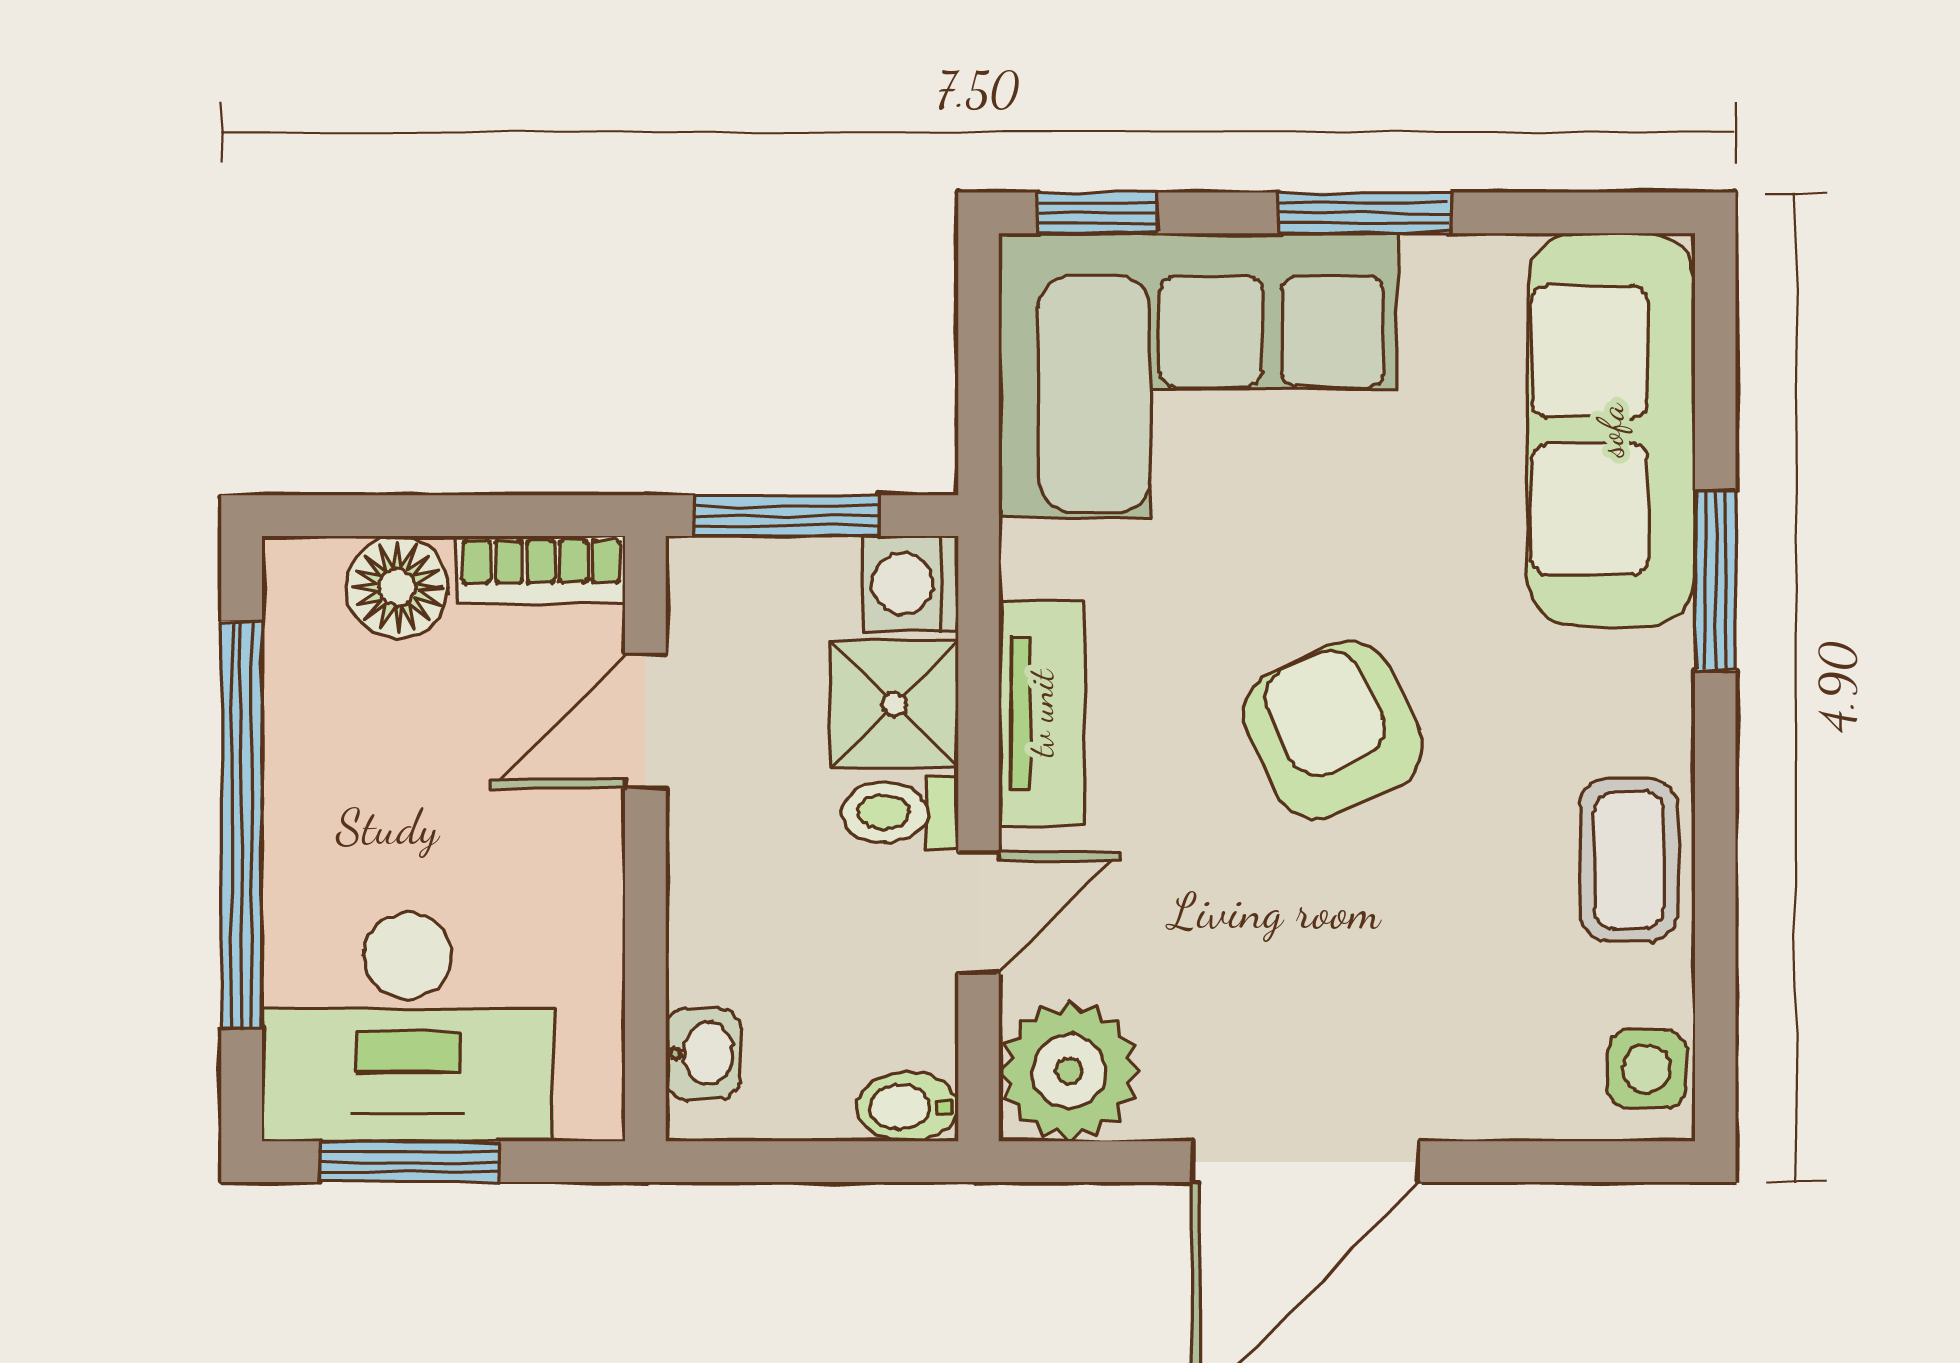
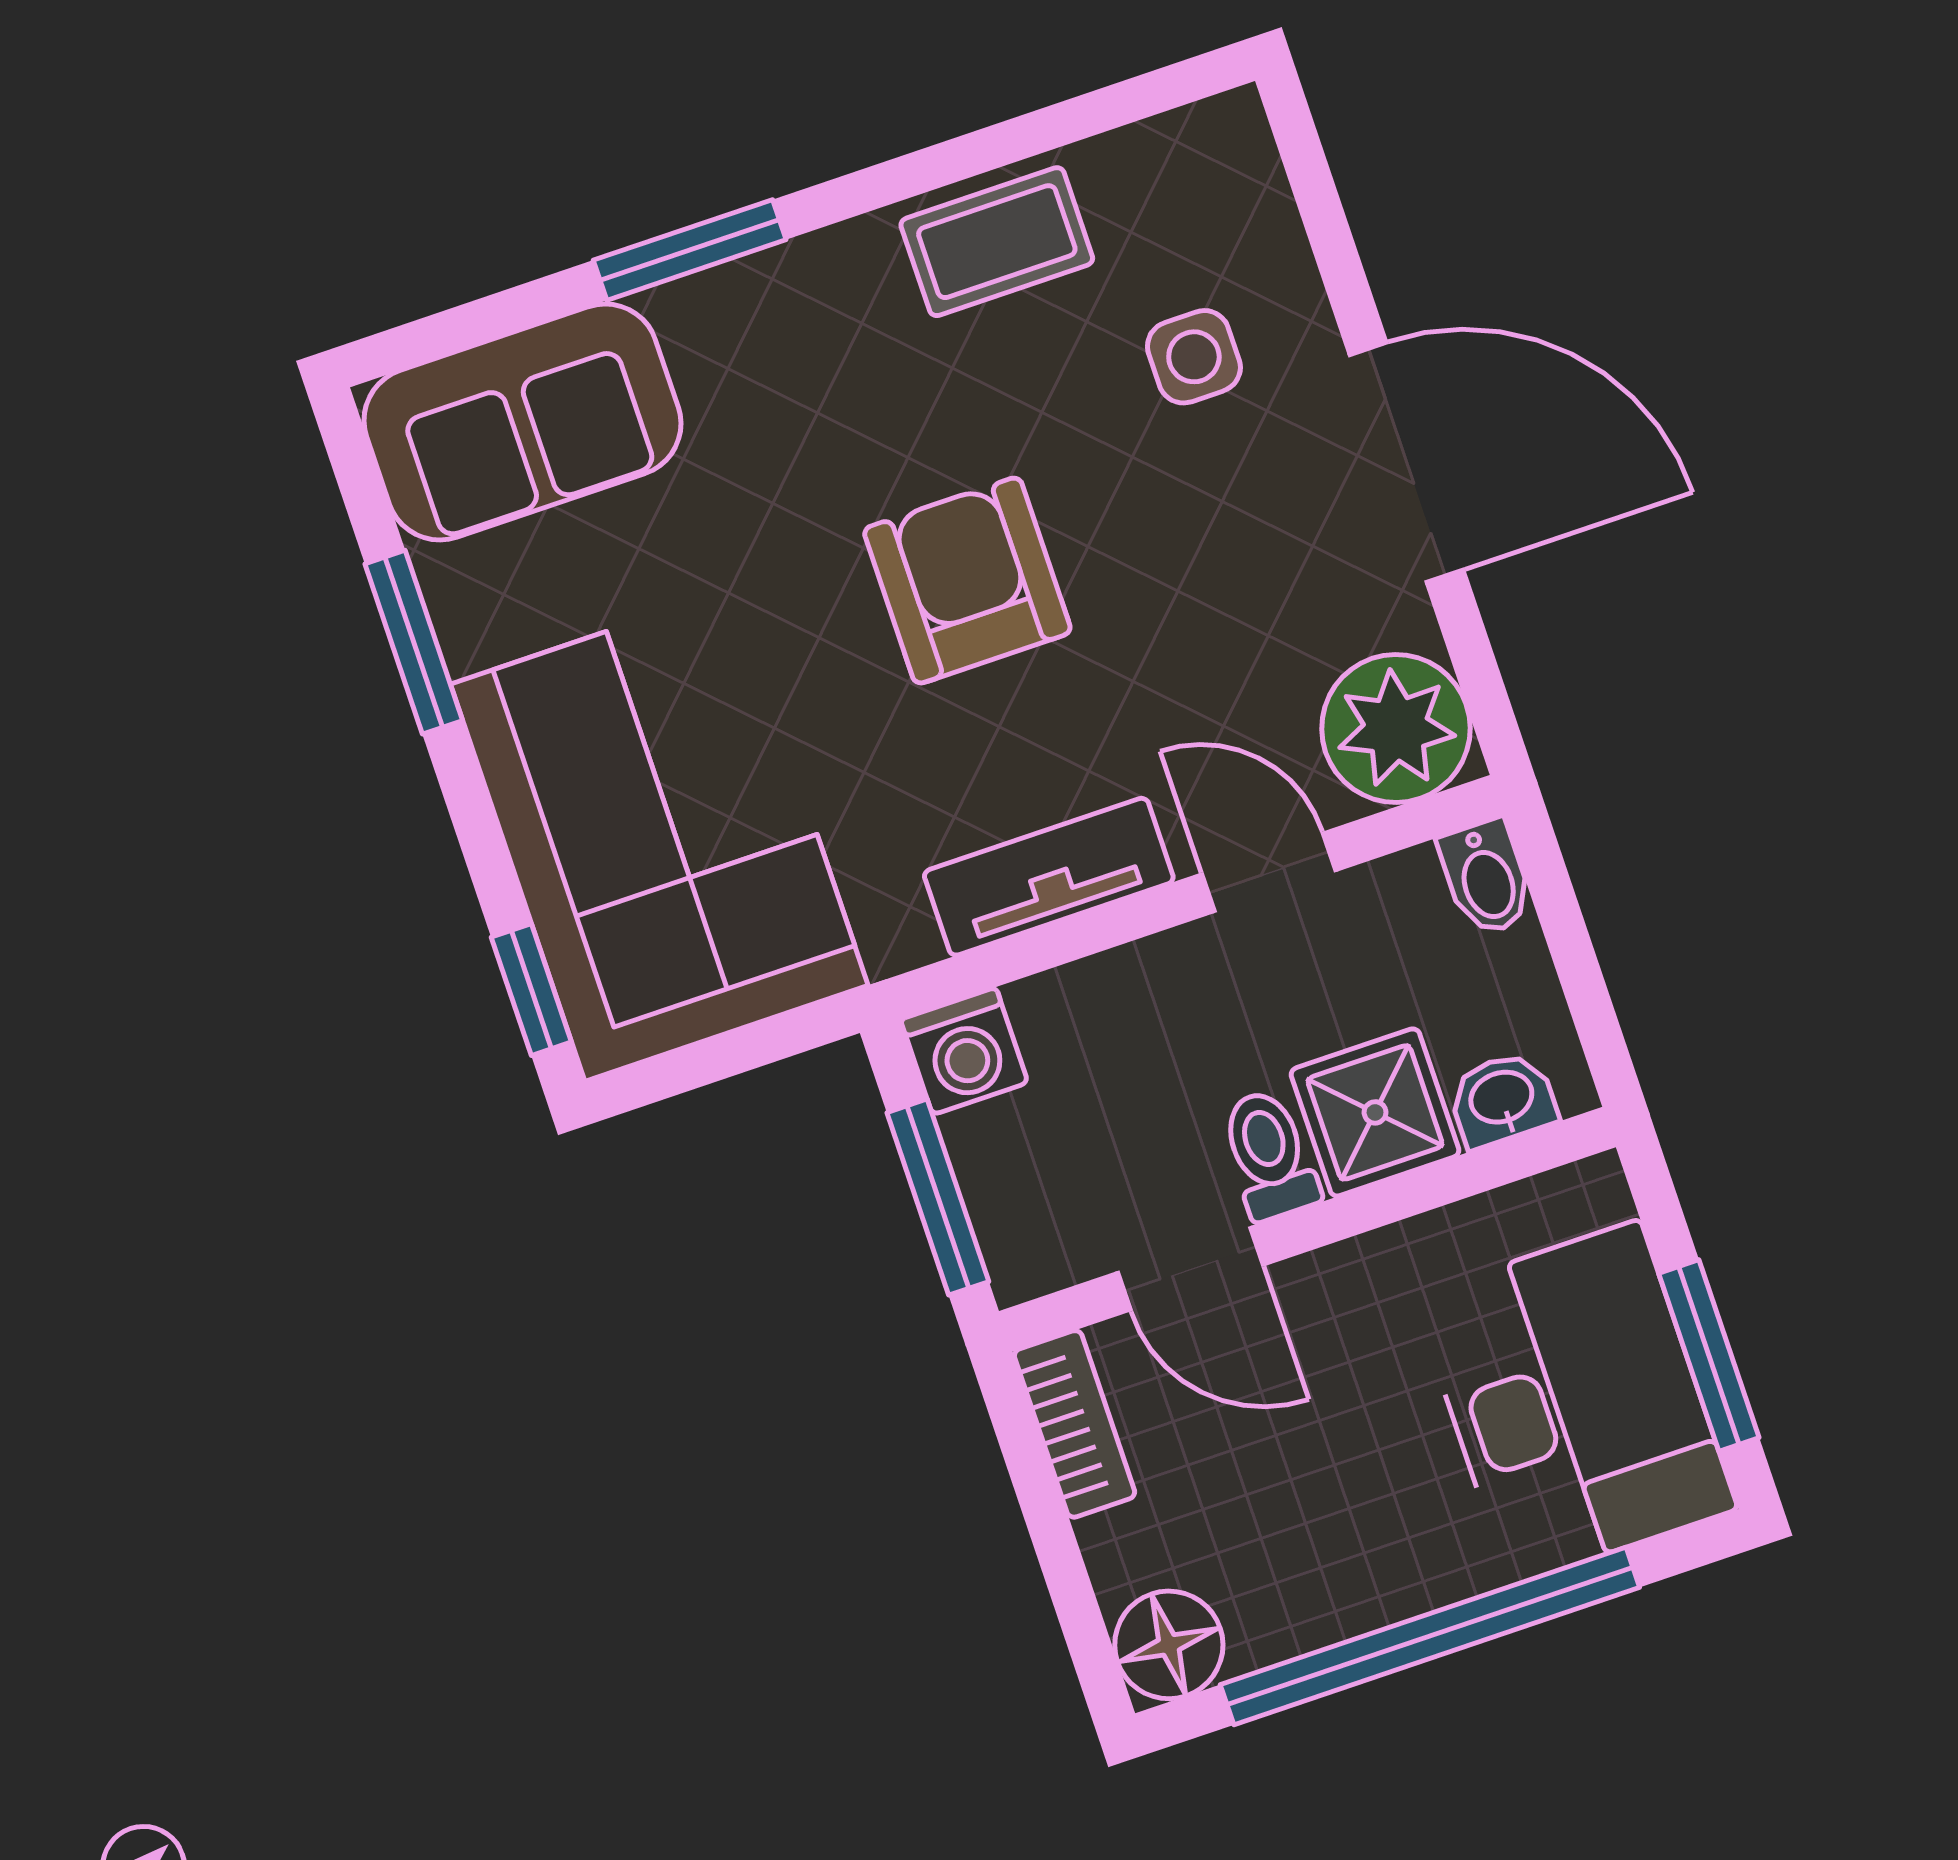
window: (1364, 213) -> (414, 642), moved
sofa: (1611, 430) -> (522, 422), width x0.73
floor lamp: (397, 587) -> (1169, 1645), moved
shower: (894, 704) -> (1375, 1112), moved
armchair: (1333, 730) -> (967, 581), turned 116
toilet: (900, 812) -> (1269, 1155), moved, turned 180
side table: (1647, 1069) -> (1194, 357), moved

